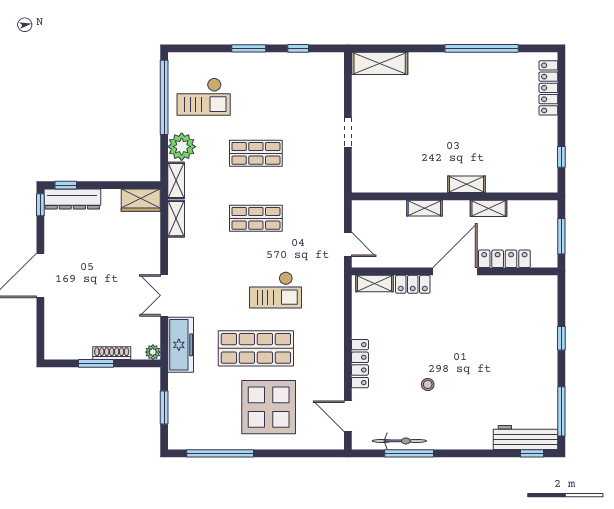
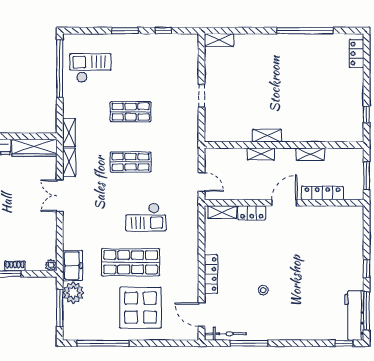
shelving: (380, 63) -> (219, 40), width x0.67, depth x0.75
locker: (548, 88) -> (356, 54), width x0.66
checkout: (204, 97) -> (90, 68), turned 180
plant: (182, 147) -> (73, 293), moved
shelving: (466, 184) -> (267, 136), moved
wardrobe: (141, 200) -> (34, 148), width x1.50
door: (455, 271) -> (284, 203), width x0.73
double door: (164, 295) -> (60, 196), moved
window: (561, 338) -> (367, 268), moved
freezer: (181, 345) -> (73, 266), width x0.71
shoe rack: (112, 353) -> (15, 266), width x0.70
window: (164, 407) -> (60, 308), width x1.44
workbench: (526, 437) -> (354, 315), moved, turned -90
bicycle: (399, 441) -> (225, 334), moved

